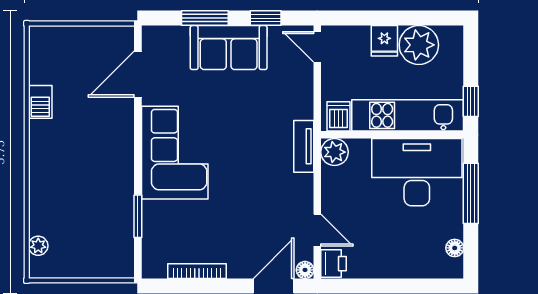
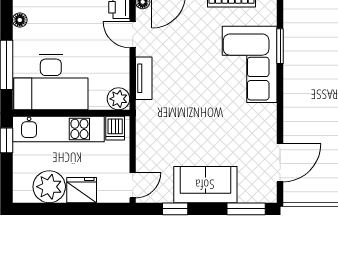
window: (205, 18) -> (246, 209), moved
fridge: (384, 41) -> (82, 190), width x1.38
door: (317, 47) -> (133, 185), hinge flipped
tv unit: (304, 146) -> (144, 78), moved
corner sofa: (175, 153) -> (250, 64), moved

